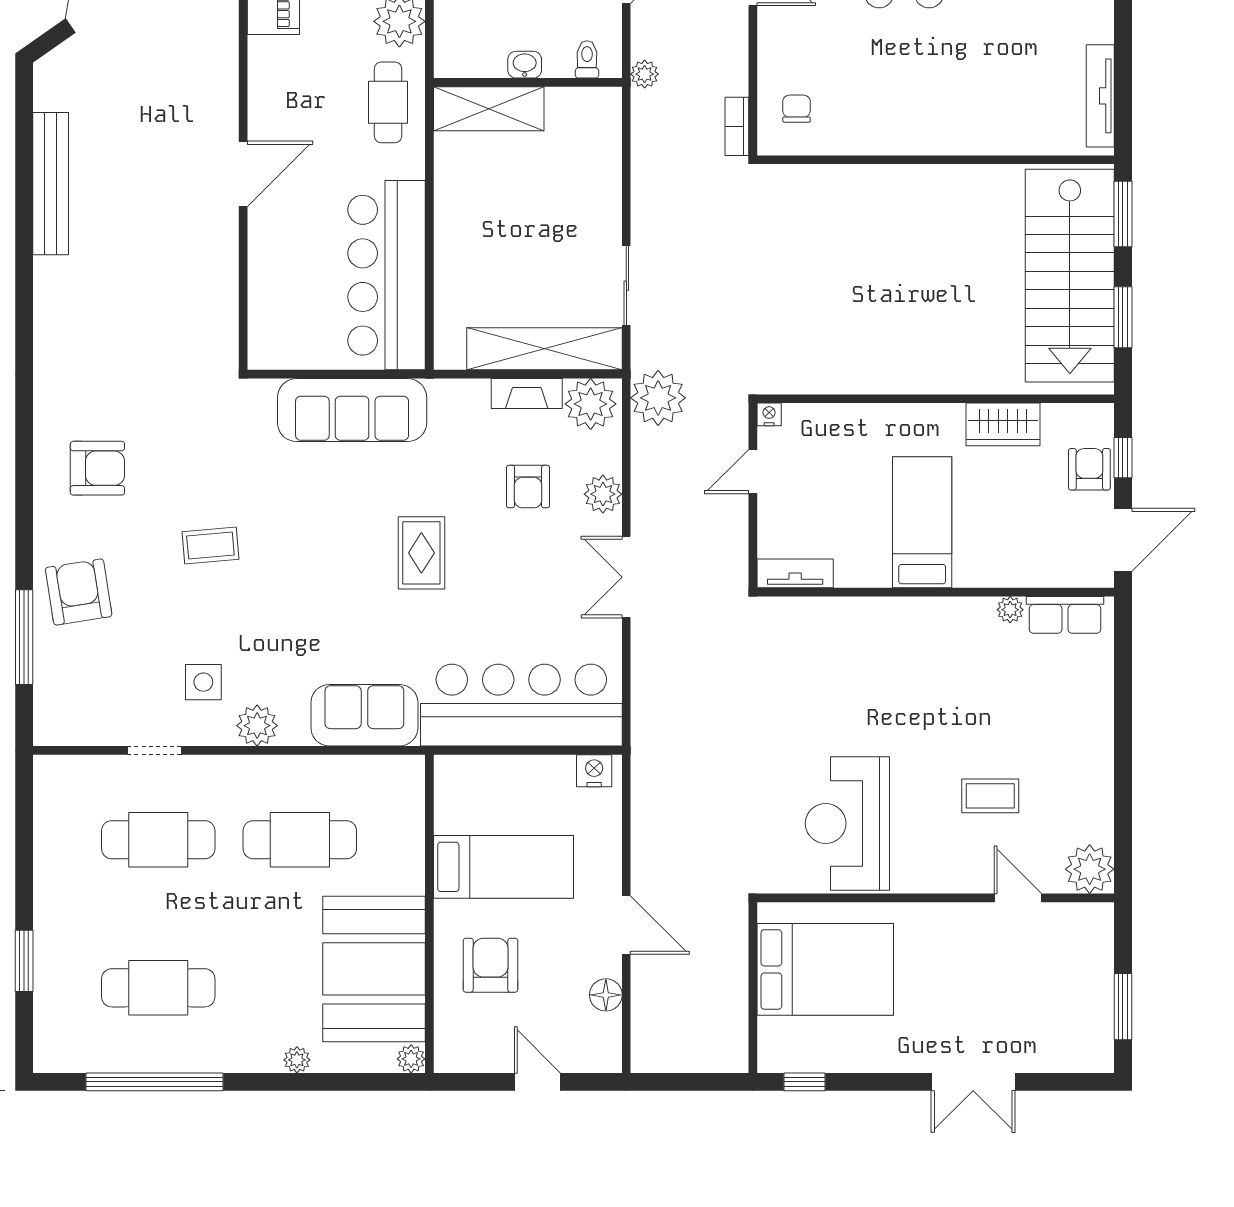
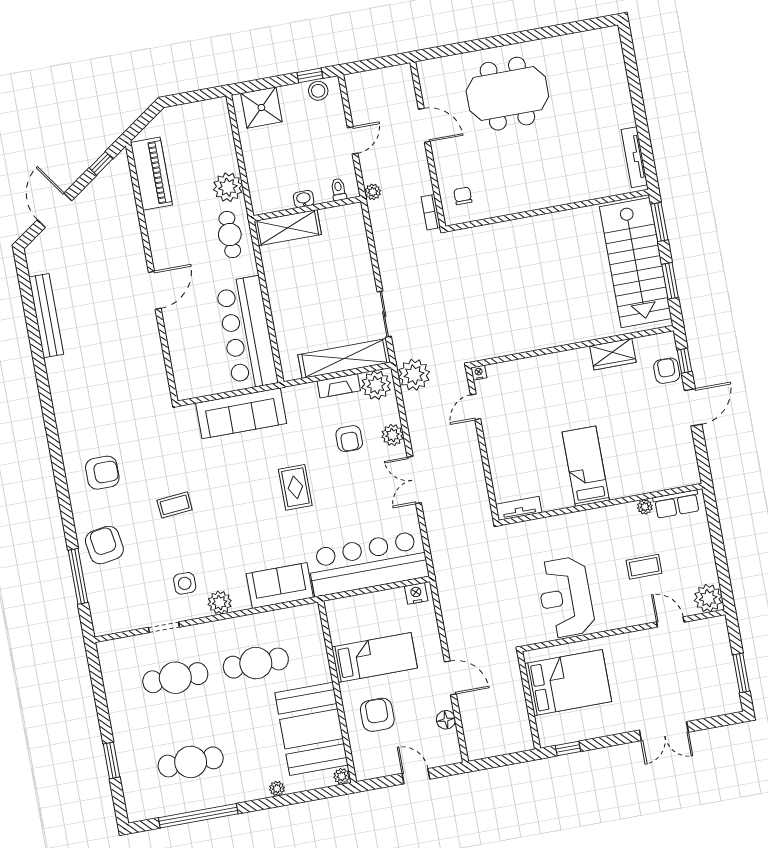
bed: (922, 522) -> (586, 466), moved
tv unit: (795, 573) -> (519, 508), moved
wall: (936, 592) -> (601, 504), moved
plant: (1010, 610) -> (645, 507), moved
row of seats: (1065, 615) -> (677, 504), moved

